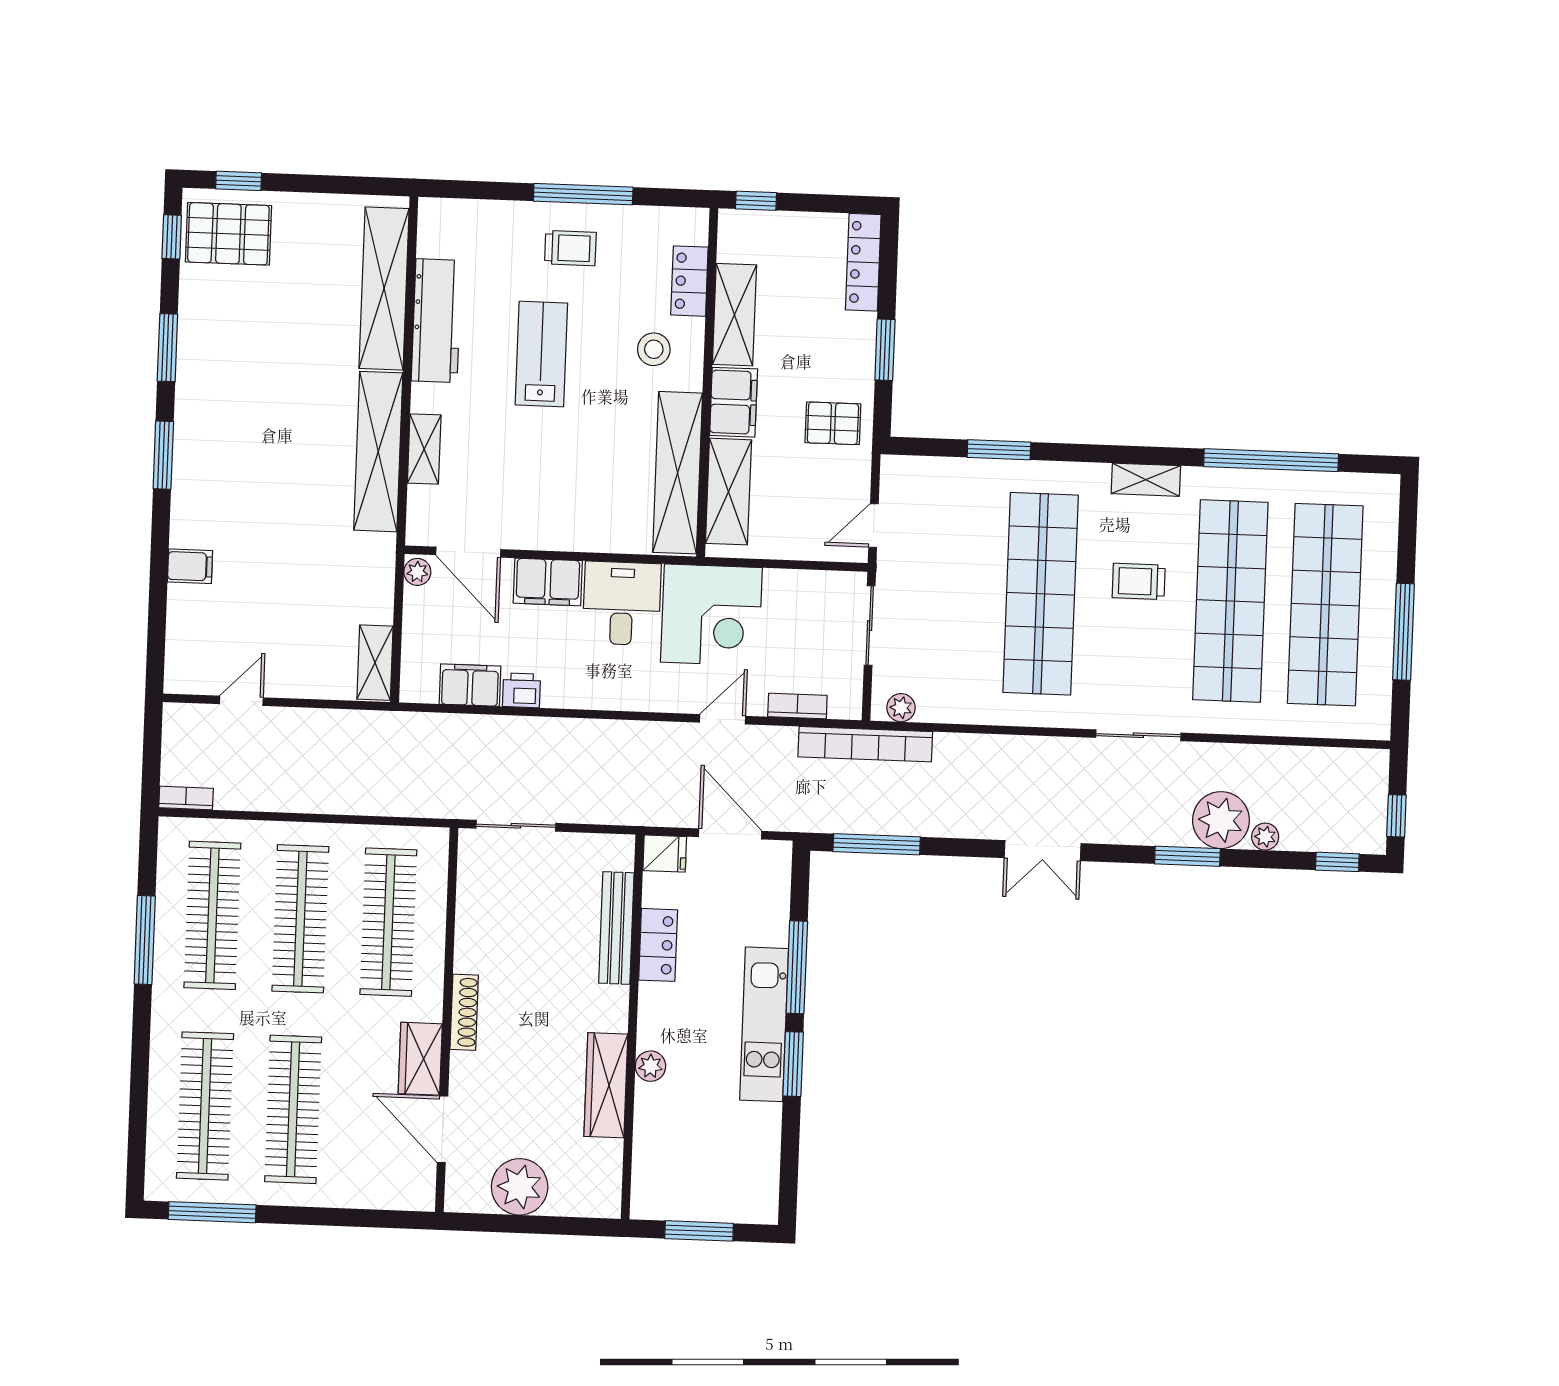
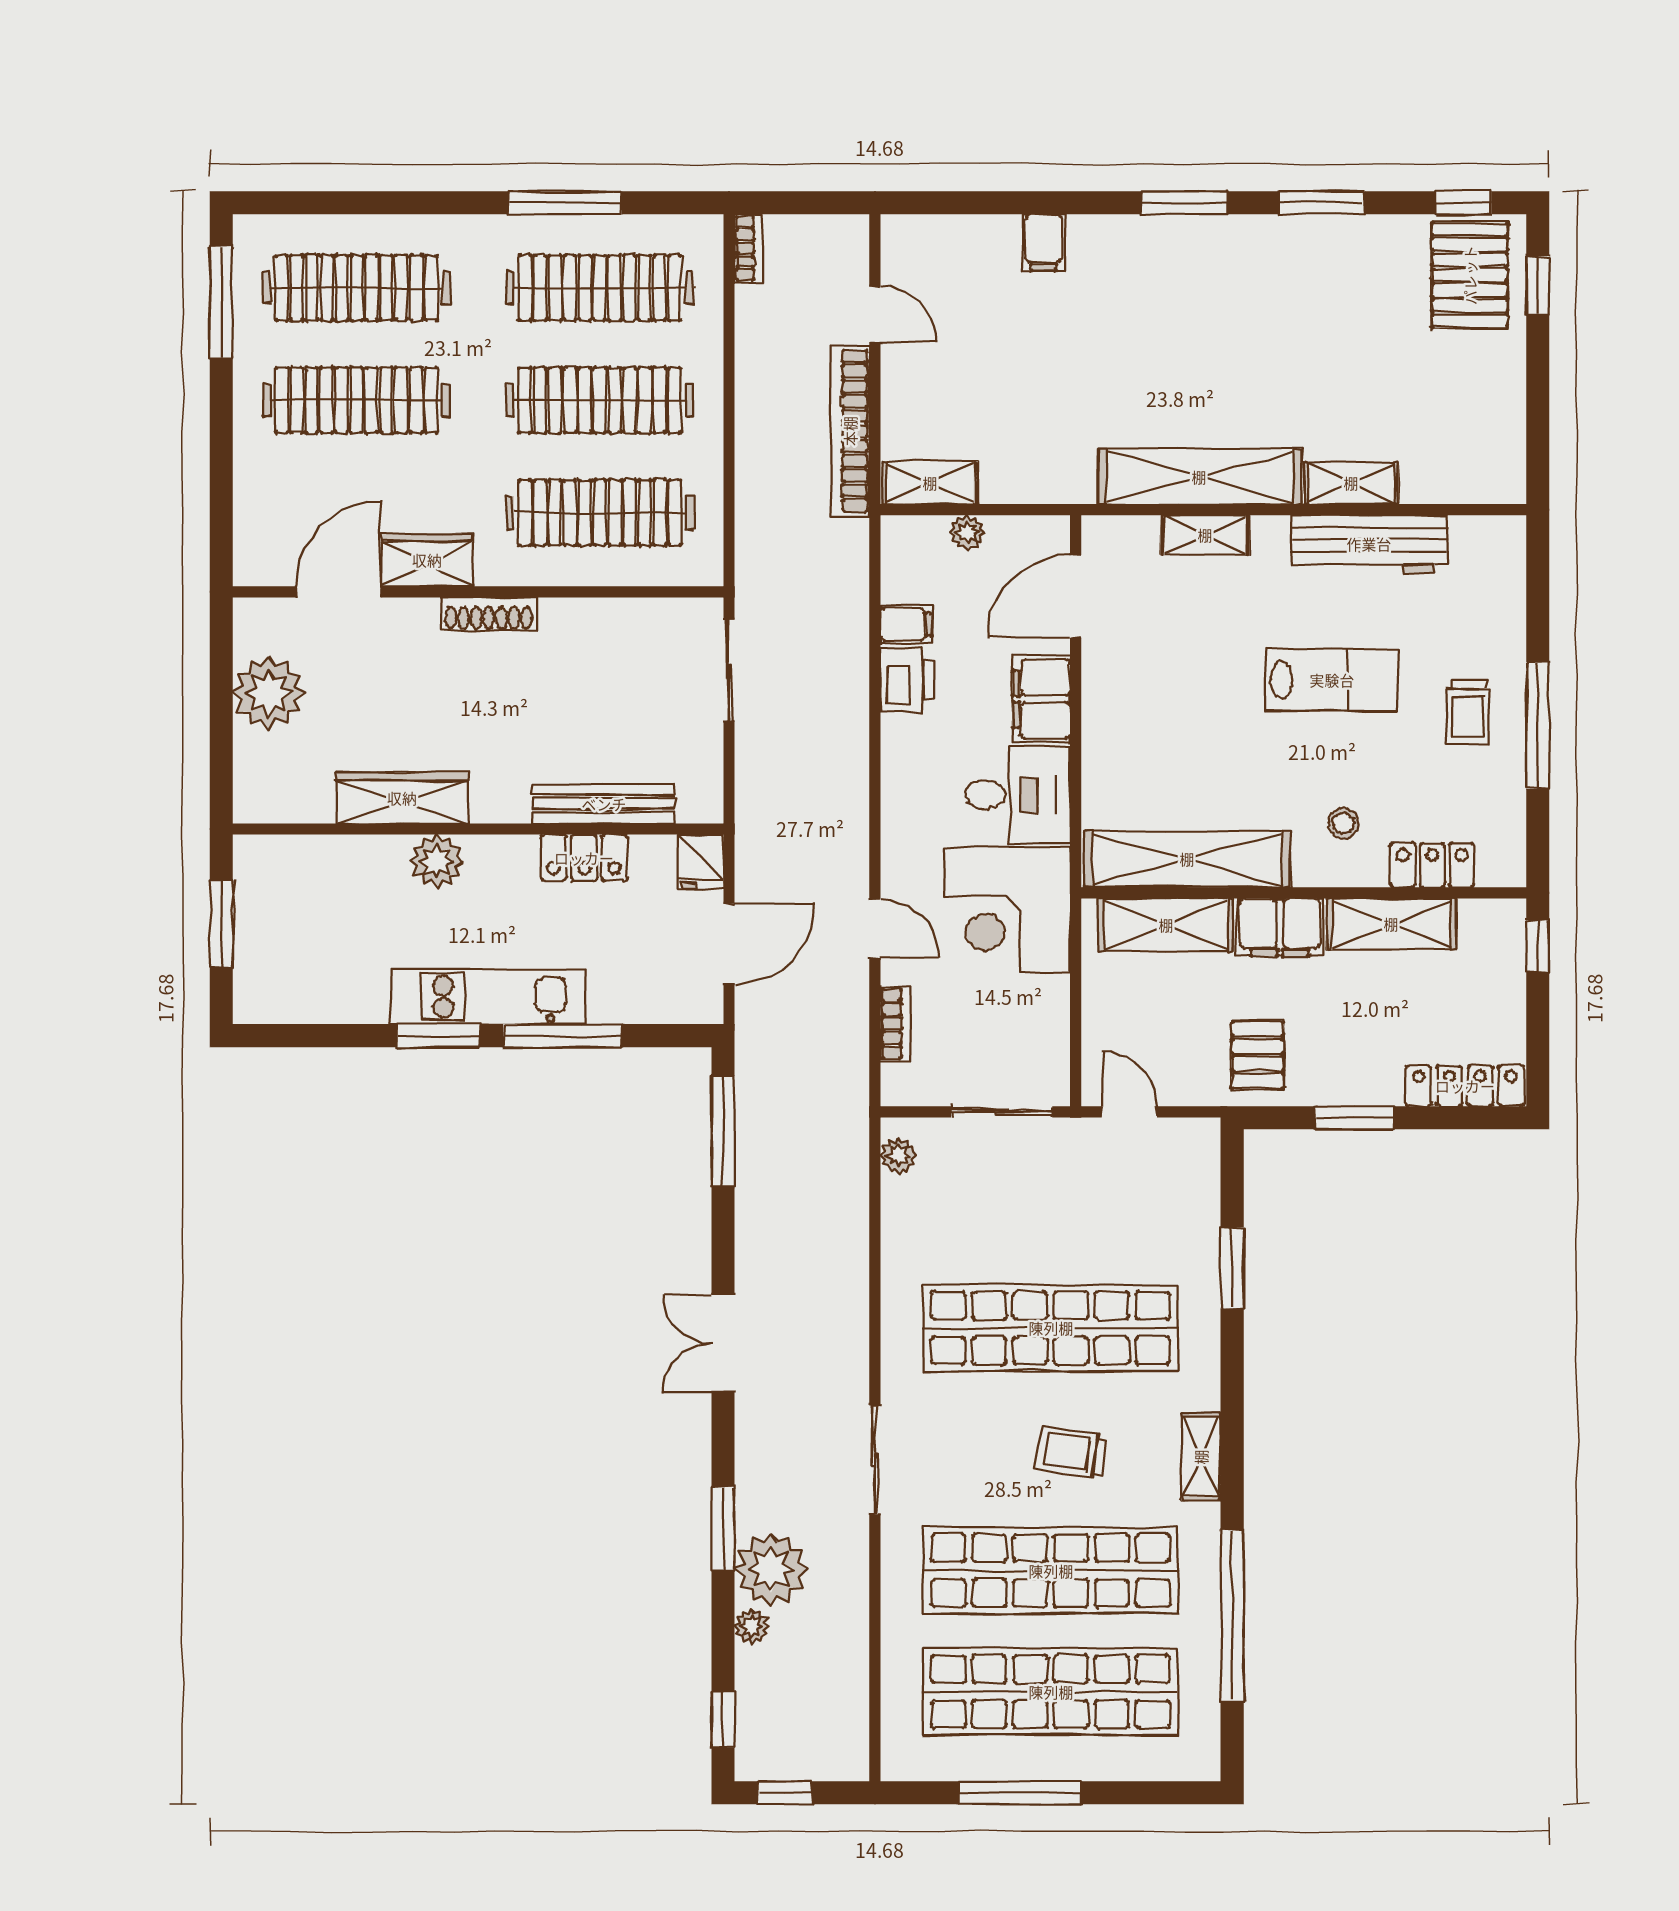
shelving: (384, 289) -> (1351, 483), width x0.45, depth x0.75
stool: (654, 349) -> (1343, 823), width x0.73, depth x0.73
plant: (417, 572) -> (967, 532), moved
trolley: (1139, 581) -> (1071, 1453), turned -81
filing cabinet: (470, 685) -> (906, 624), width x0.50
printer: (521, 690) -> (907, 680), width x1.36, depth x1.24
bookcase: (865, 744) -> (850, 431), moved
plant: (650, 1066) -> (436, 861), width x1.38, depth x1.38

